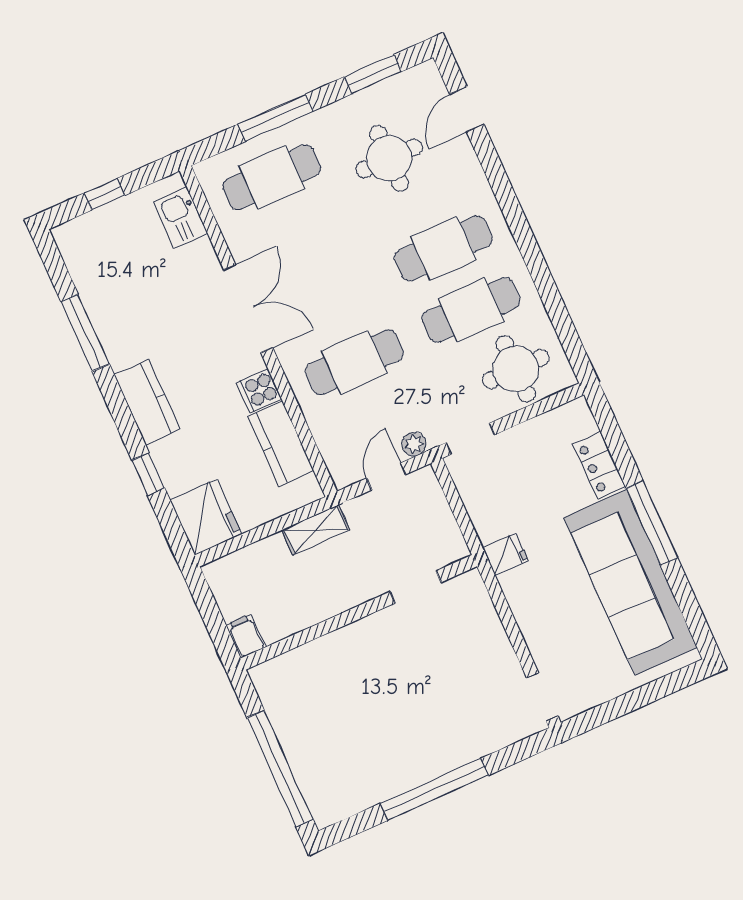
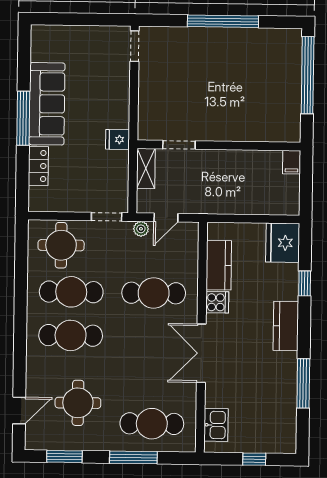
shelving: (316, 530) -> (146, 168), moved, turned 90
sofa: (631, 582) -> (47, 104), width x0.74, depth x0.79

